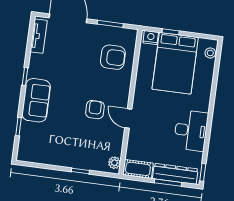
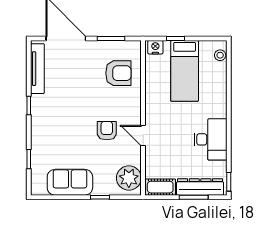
tv unit: (39, 36) -> (37, 69), width x1.41
bed: (175, 63) -> (185, 71), width x0.67
sofa: (36, 100) -> (70, 182), moved, turned -90
plant: (114, 163) -> (129, 178), width x1.88, depth x1.88

